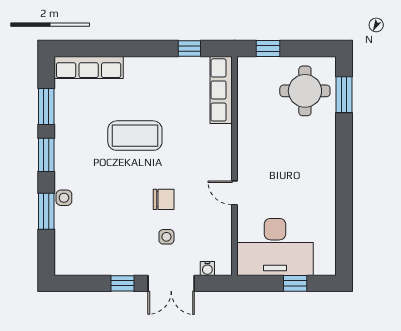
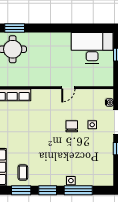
coffee table: (135, 136) -> (23, 173), moved, width x0.54, depth x0.58
window: (46, 211) -> (78, 190), width x1.44
desk: (275, 247) -> (92, 48), moved, turned -90

